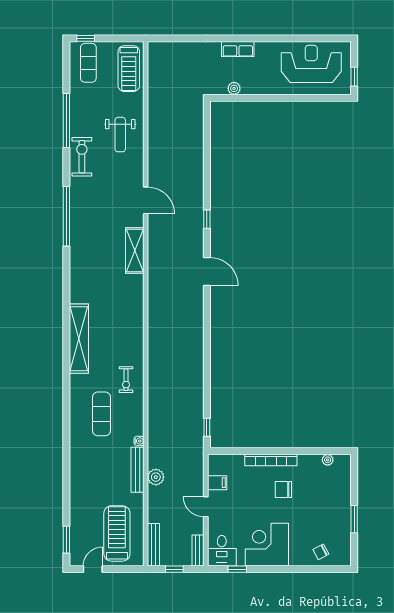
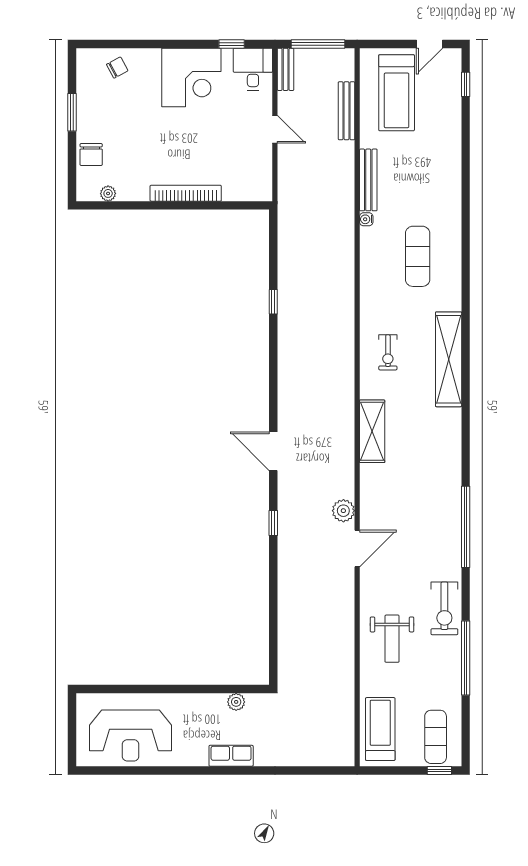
window: (354, 77) -> (72, 718), removed
weight bench: (120, 135) -> (392, 639), turned 180
door: (146, 200) -> (357, 549), swing flipped
shelving: (135, 251) -> (372, 431), moved
exercise bike: (126, 380) -> (388, 352), moved, turned 180
window: (207, 427) -> (273, 302), moved
plant: (156, 477) -> (343, 511), moved
filing cabinet: (217, 483) -> (259, 162), removed
chair: (283, 489) -> (91, 155), moved, turned 90
window: (66, 540) -> (466, 84), width x0.67
bench: (153, 545) -> (346, 111), moved
window: (174, 569) -> (318, 44), width x2.17

